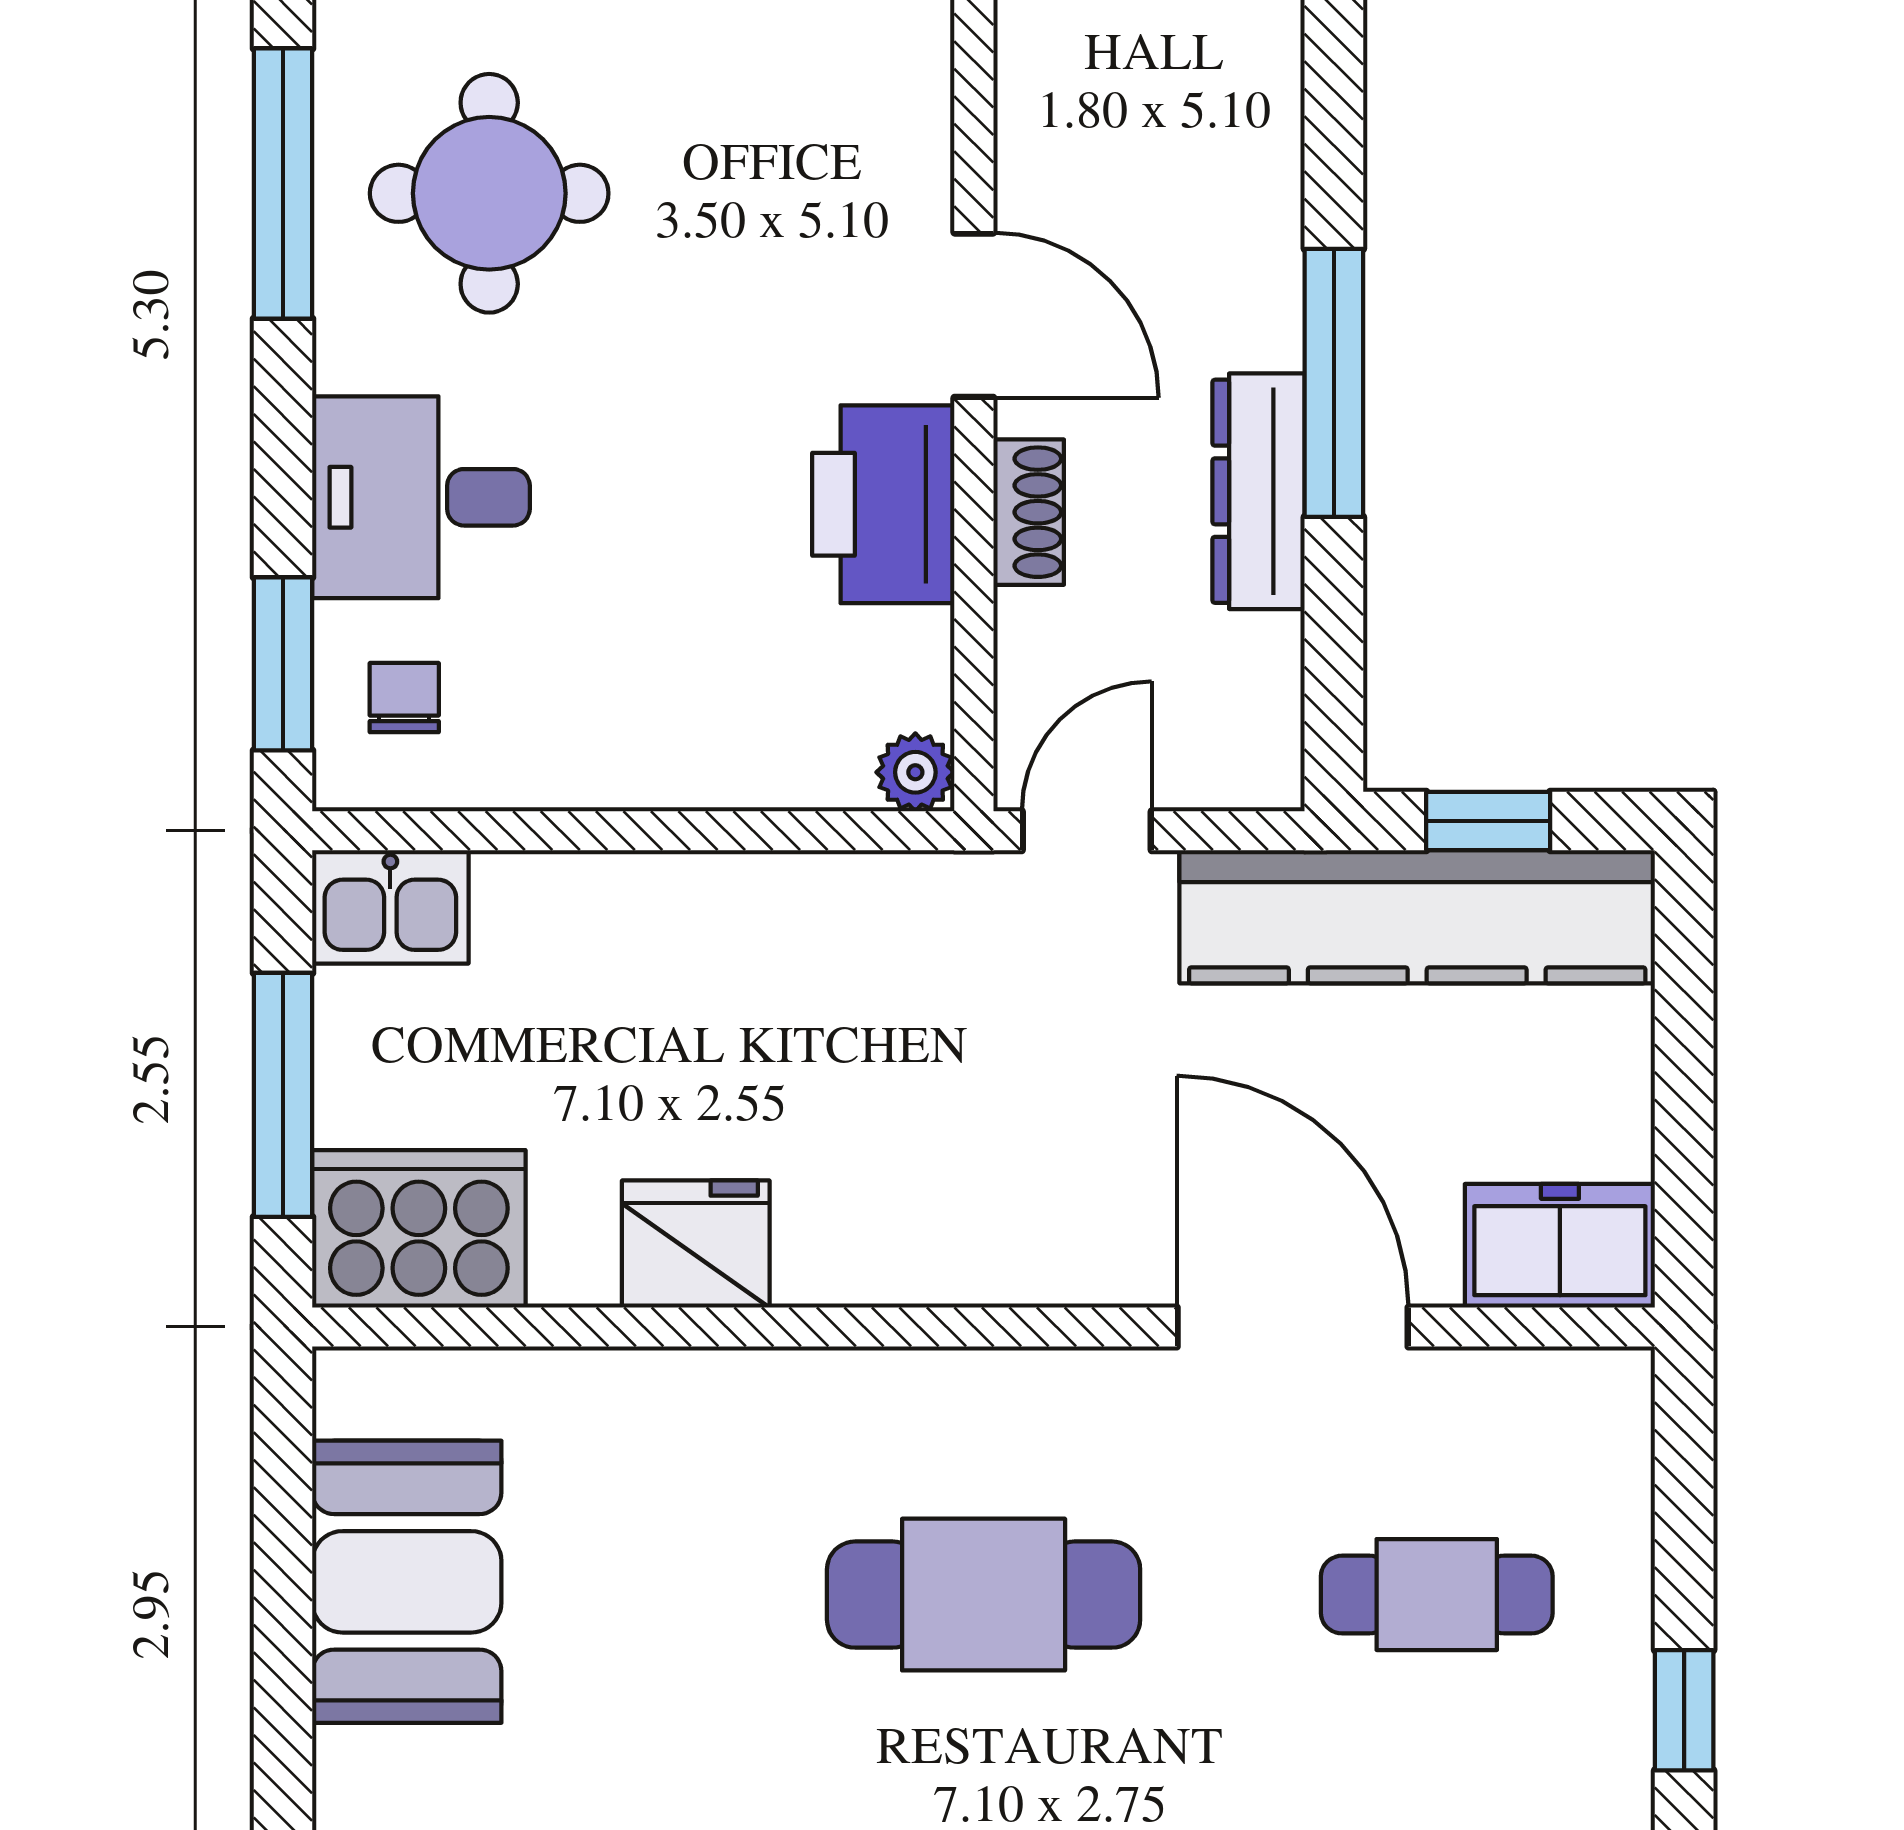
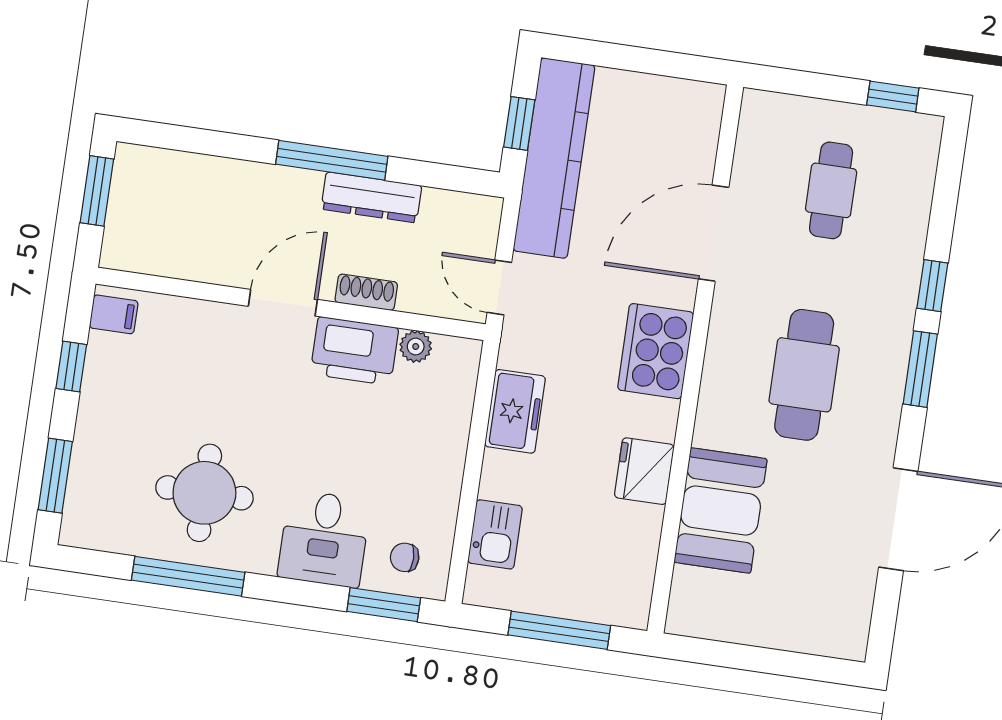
plant: (915, 772) -> (416, 346), moved
kitchen sink: (390, 907) -> (495, 534), moved
cooker: (419, 1229) -> (656, 351), moved
freezer: (1560, 1246) -> (515, 411), moved, turned 180
booth: (407, 1582) -> (721, 511), moved, turned 90

